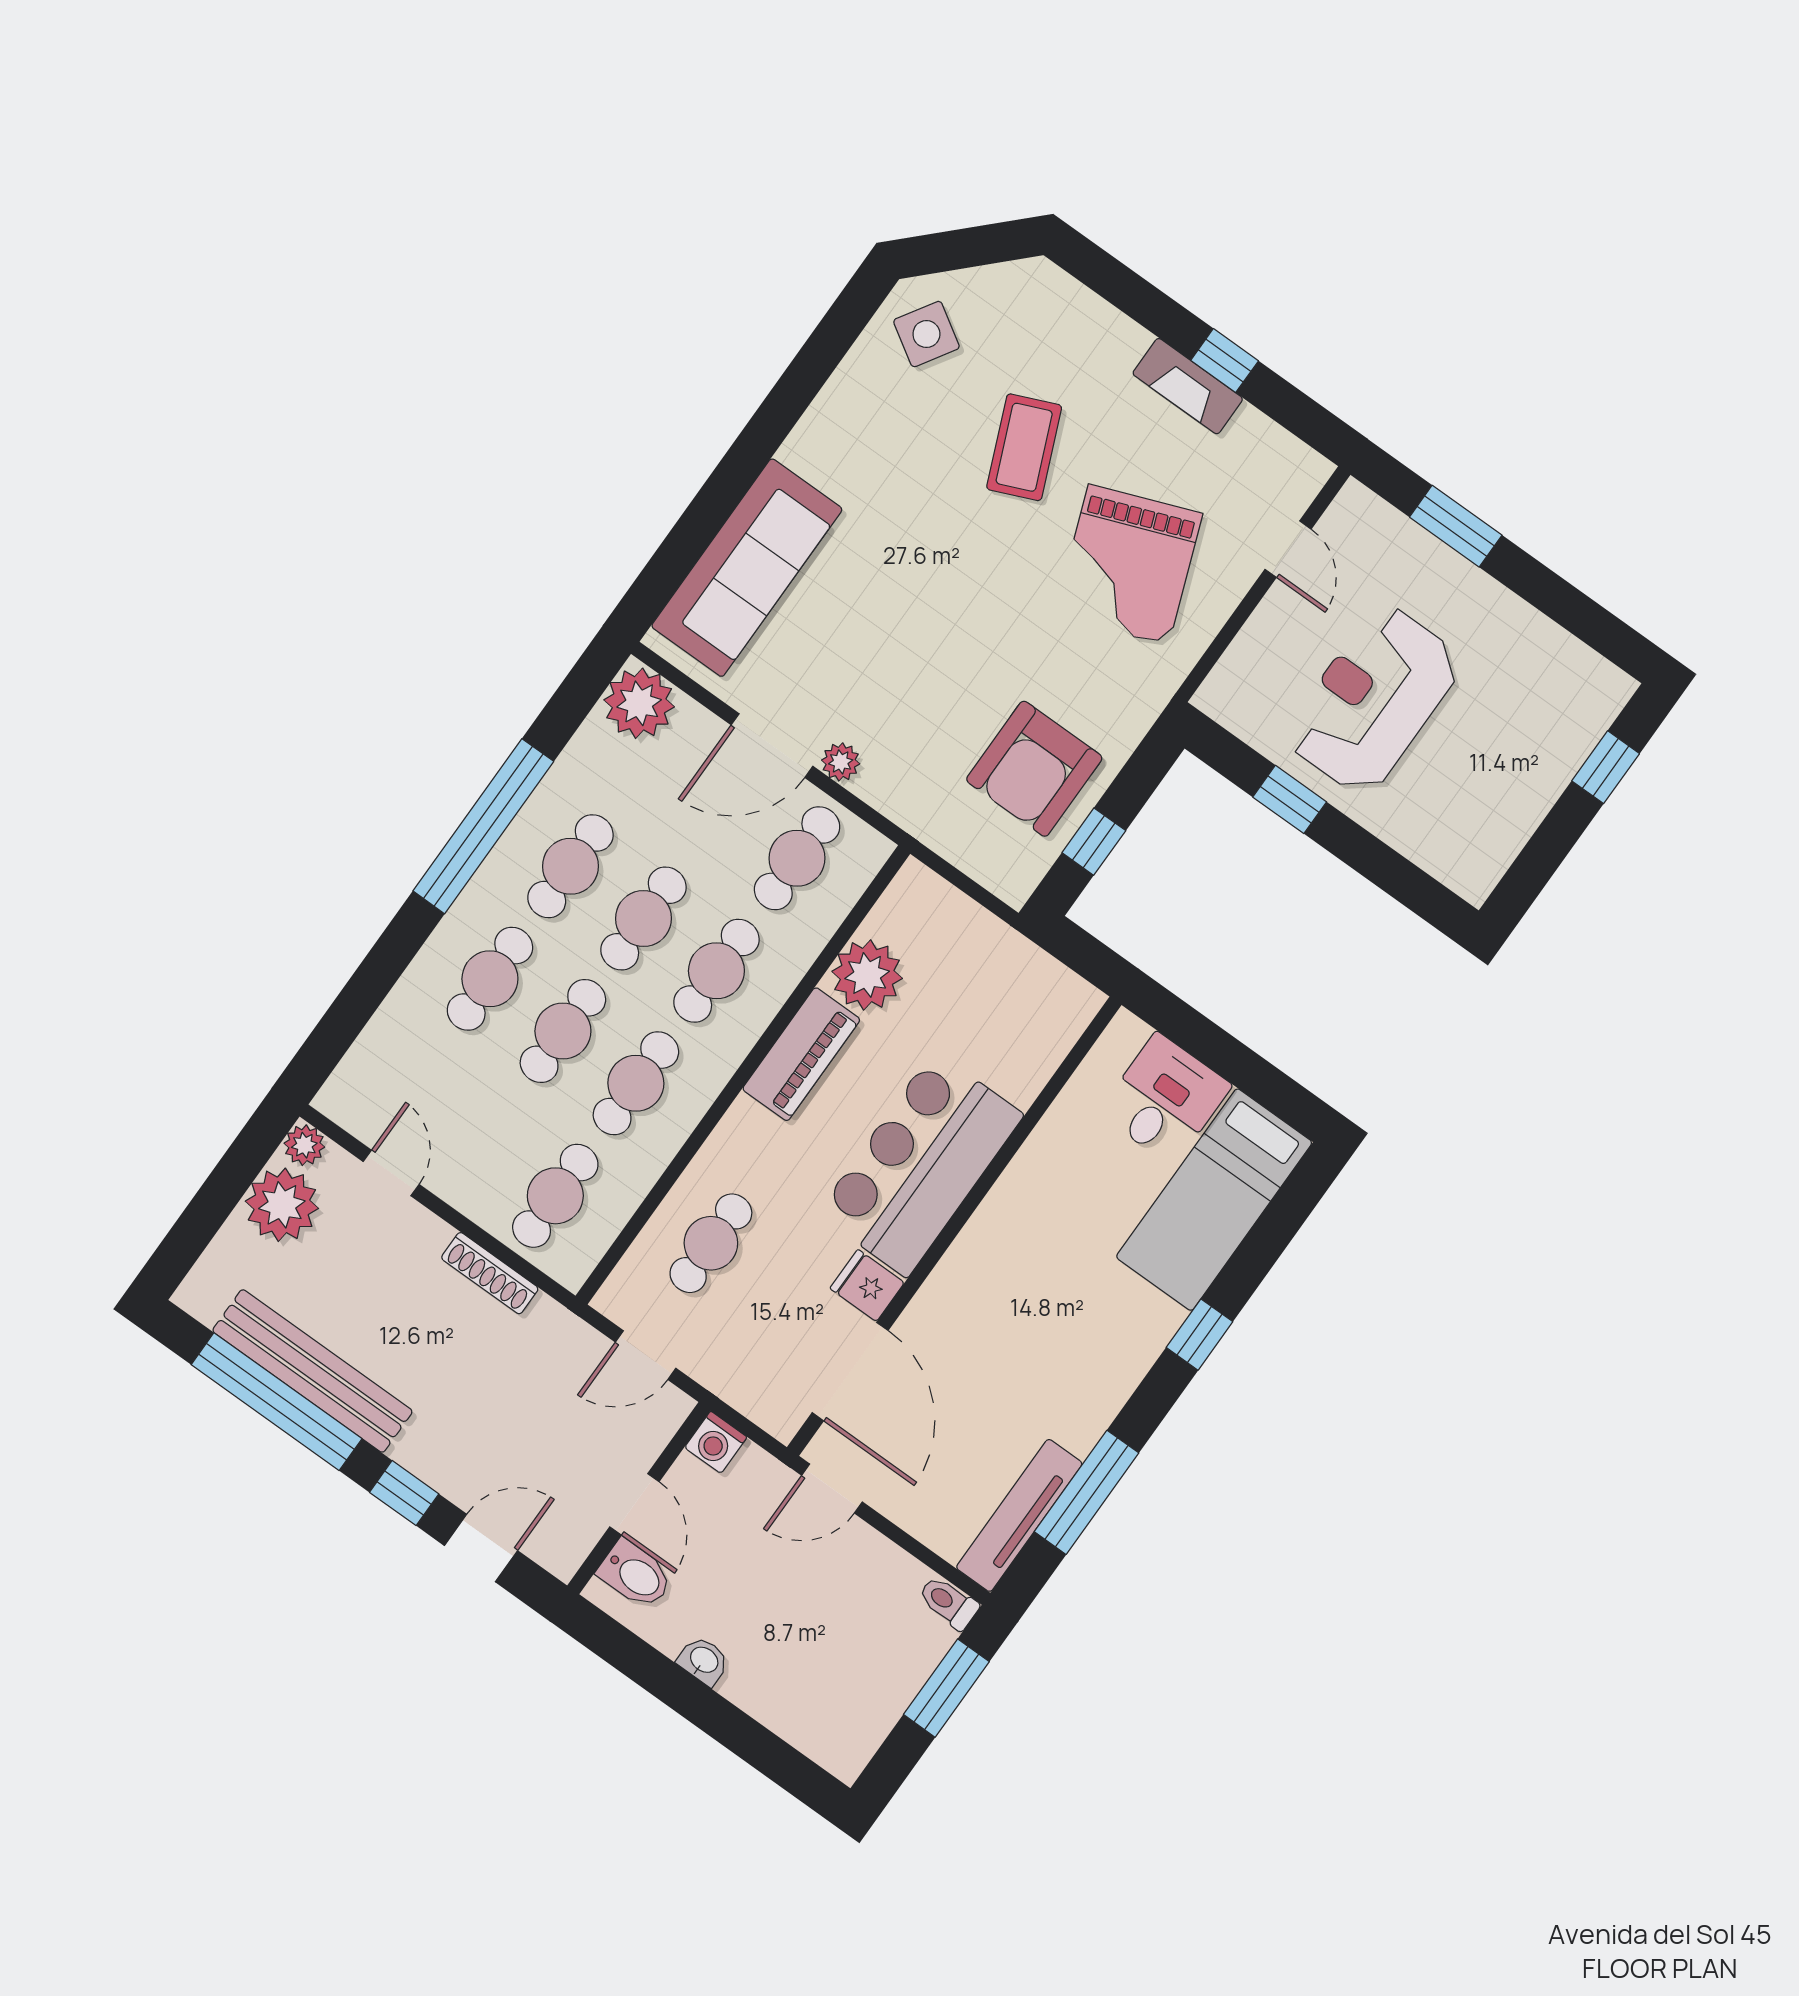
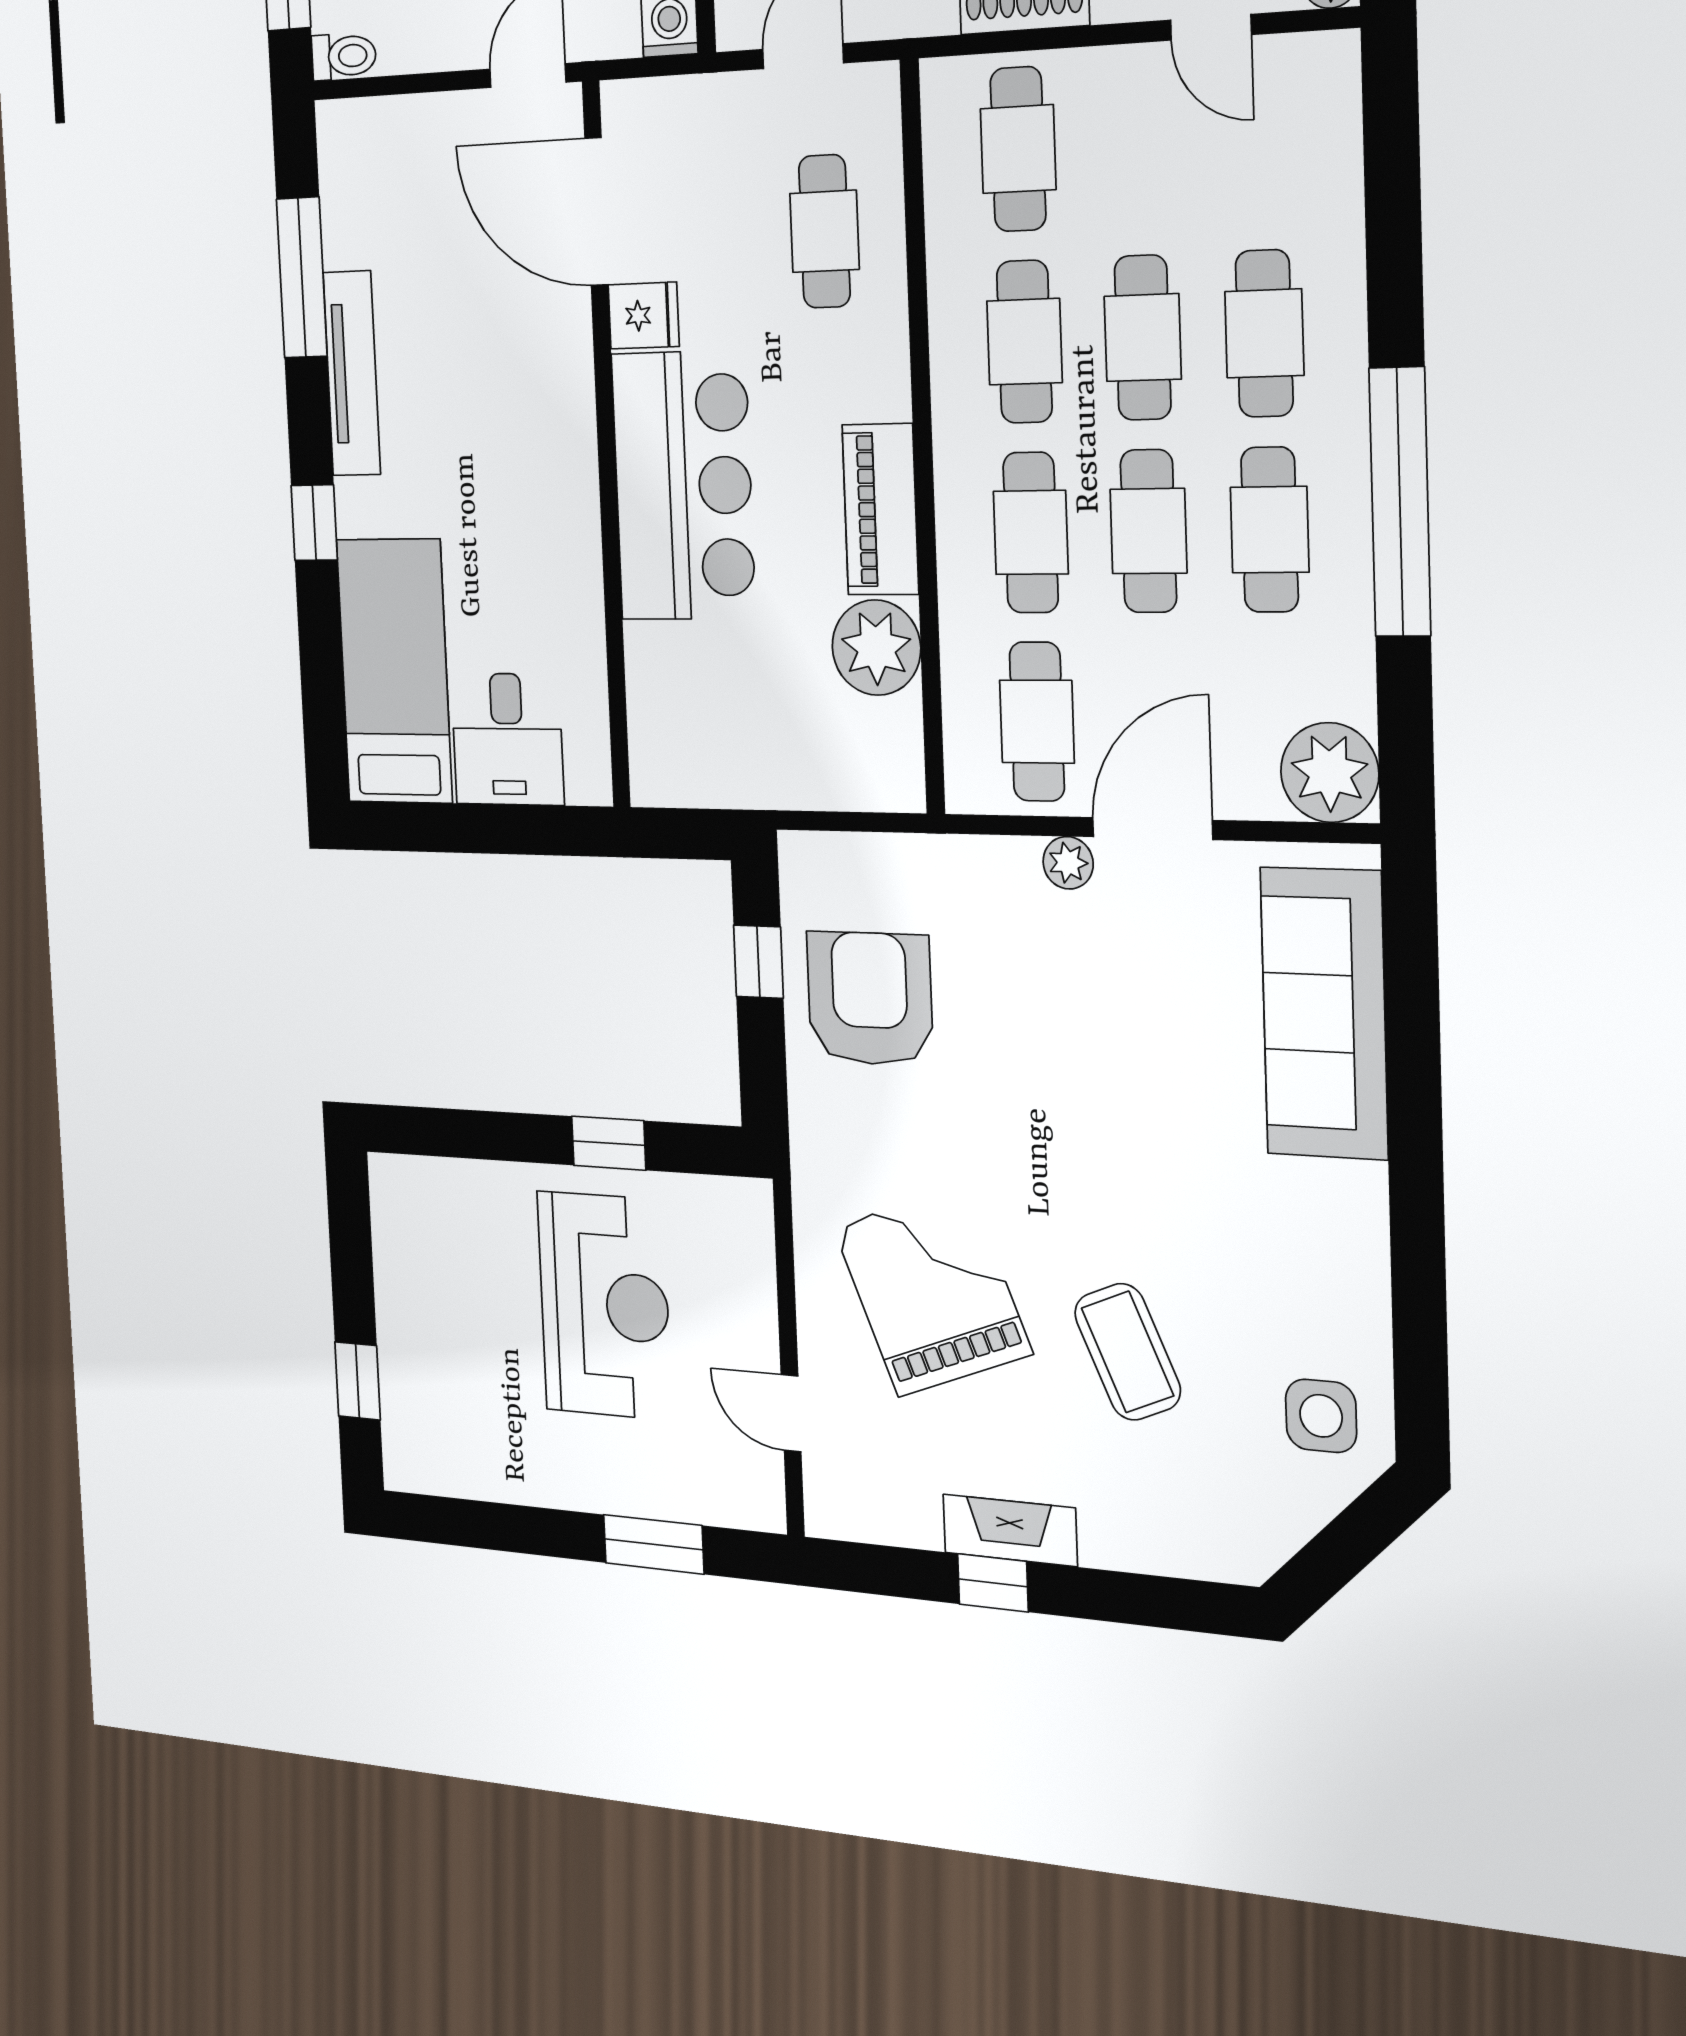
side table: (926, 334) -> (1321, 1416), turned -32
tv unit: (1019, 1515) -> (352, 373), moved

